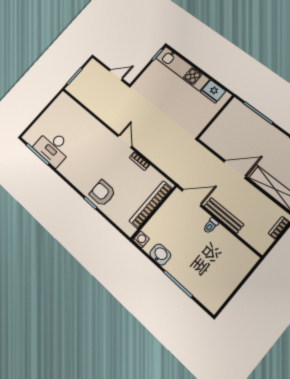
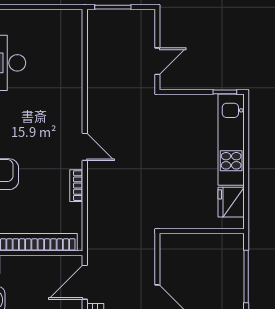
door: (116, 75) -> (157, 61), hinge flipped
door: (125, 141) -> (85, 147), hinge flipped
door: (192, 198) -> (85, 282), swing flipped

